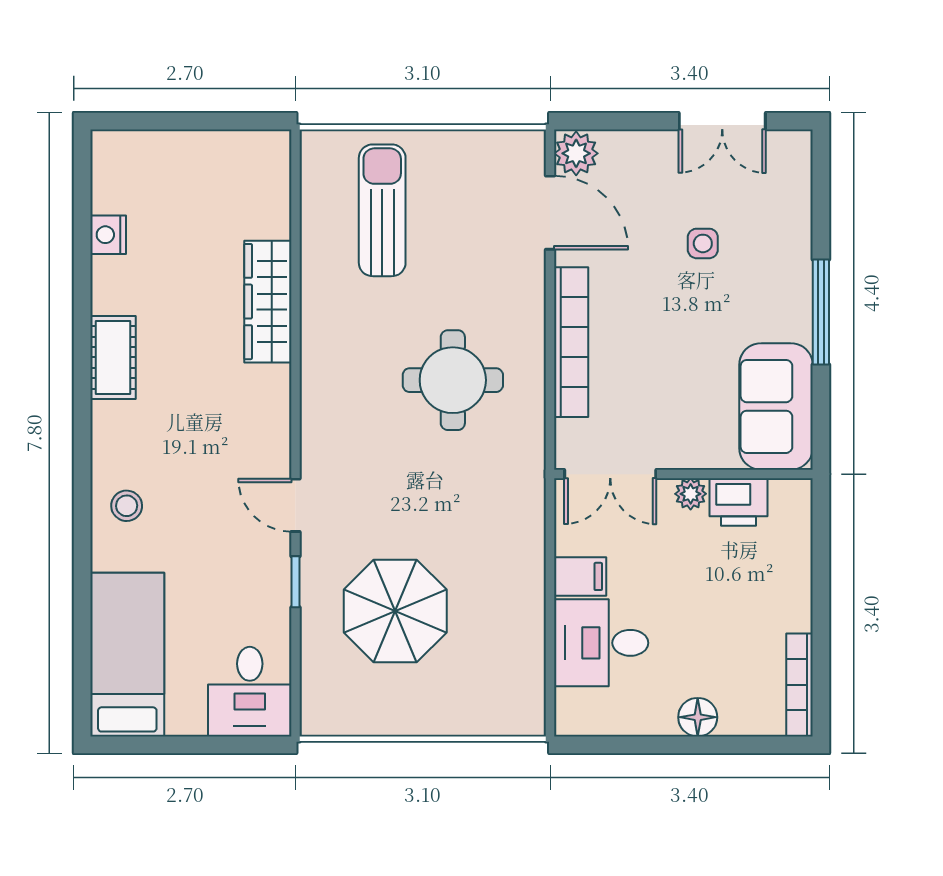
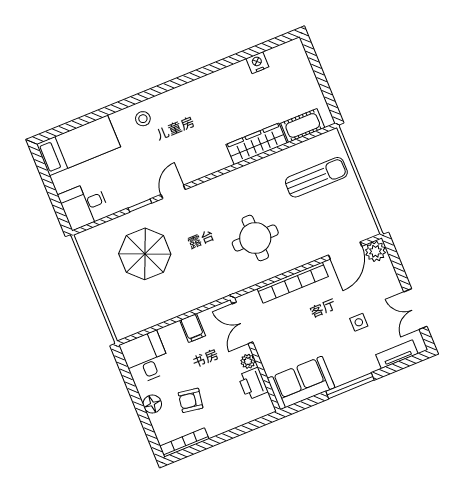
tv unit: (796, 194) -> (397, 354), added
cot: (113, 357) -> (303, 125), moved
armchair: (721, 639) -> (191, 400), added
desk: (601, 643) -> (146, 358), moved

